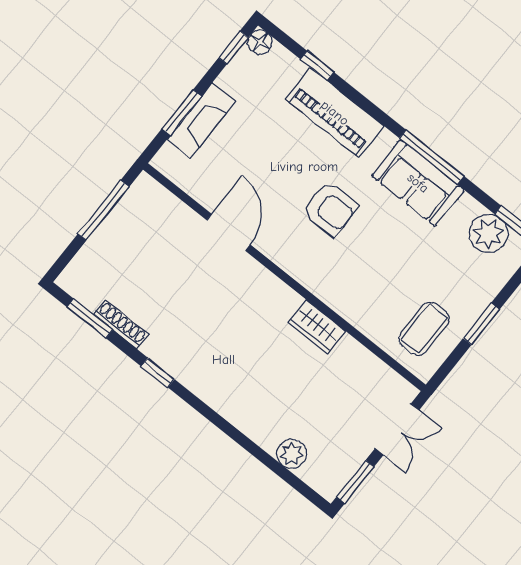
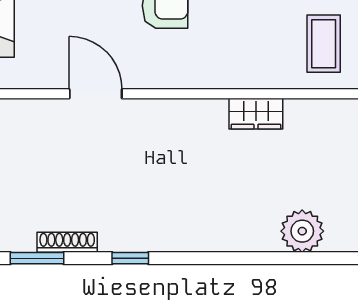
wardrobe: (317, 327) -> (256, 114), moved
plant: (292, 454) -> (302, 231), width x1.36, depth x1.36

